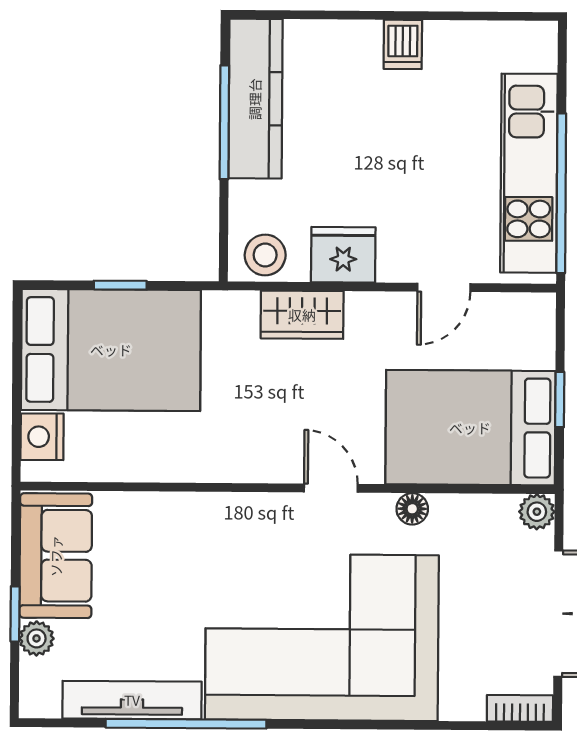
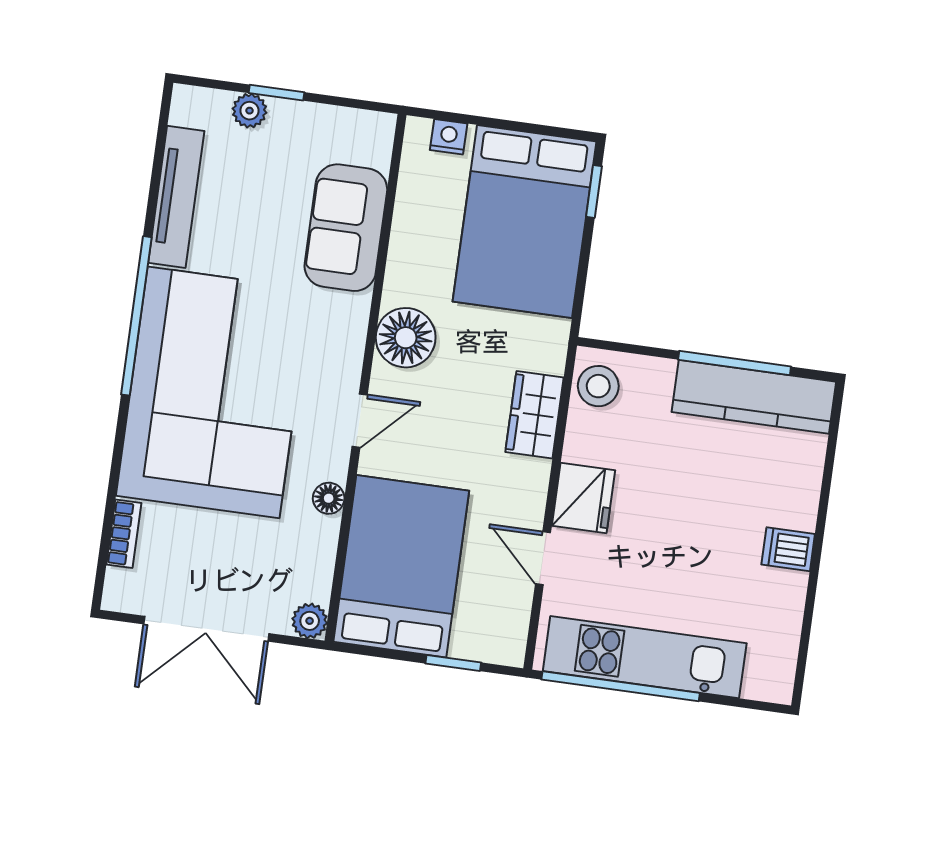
fridge: (343, 255) -> (584, 498), moved
window: (120, 285) -> (594, 191), moved
window: (560, 400) -> (453, 663), moved
nightstand: (42, 437) -> (449, 137), width x0.72, depth x0.74
floor lamp: (242, 453) -> (406, 338), added
sofa: (56, 556) -> (346, 228), moved, turned 90
bookcase: (520, 708) -> (124, 534), moved
window: (186, 724) -> (136, 316), moved

